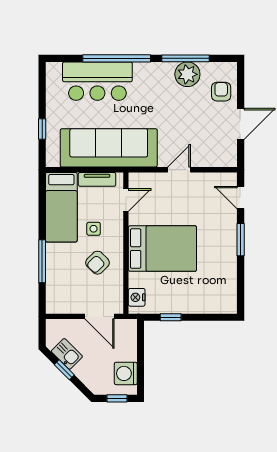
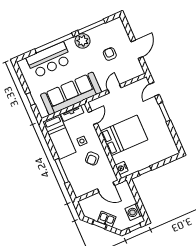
plant: (187, 74) -> (83, 41), moved
armchair: (221, 92) -> (110, 54), moved
door: (241, 198) -> (154, 89), hinge flipped
kitchen sink: (67, 354) -> (107, 219), moved

